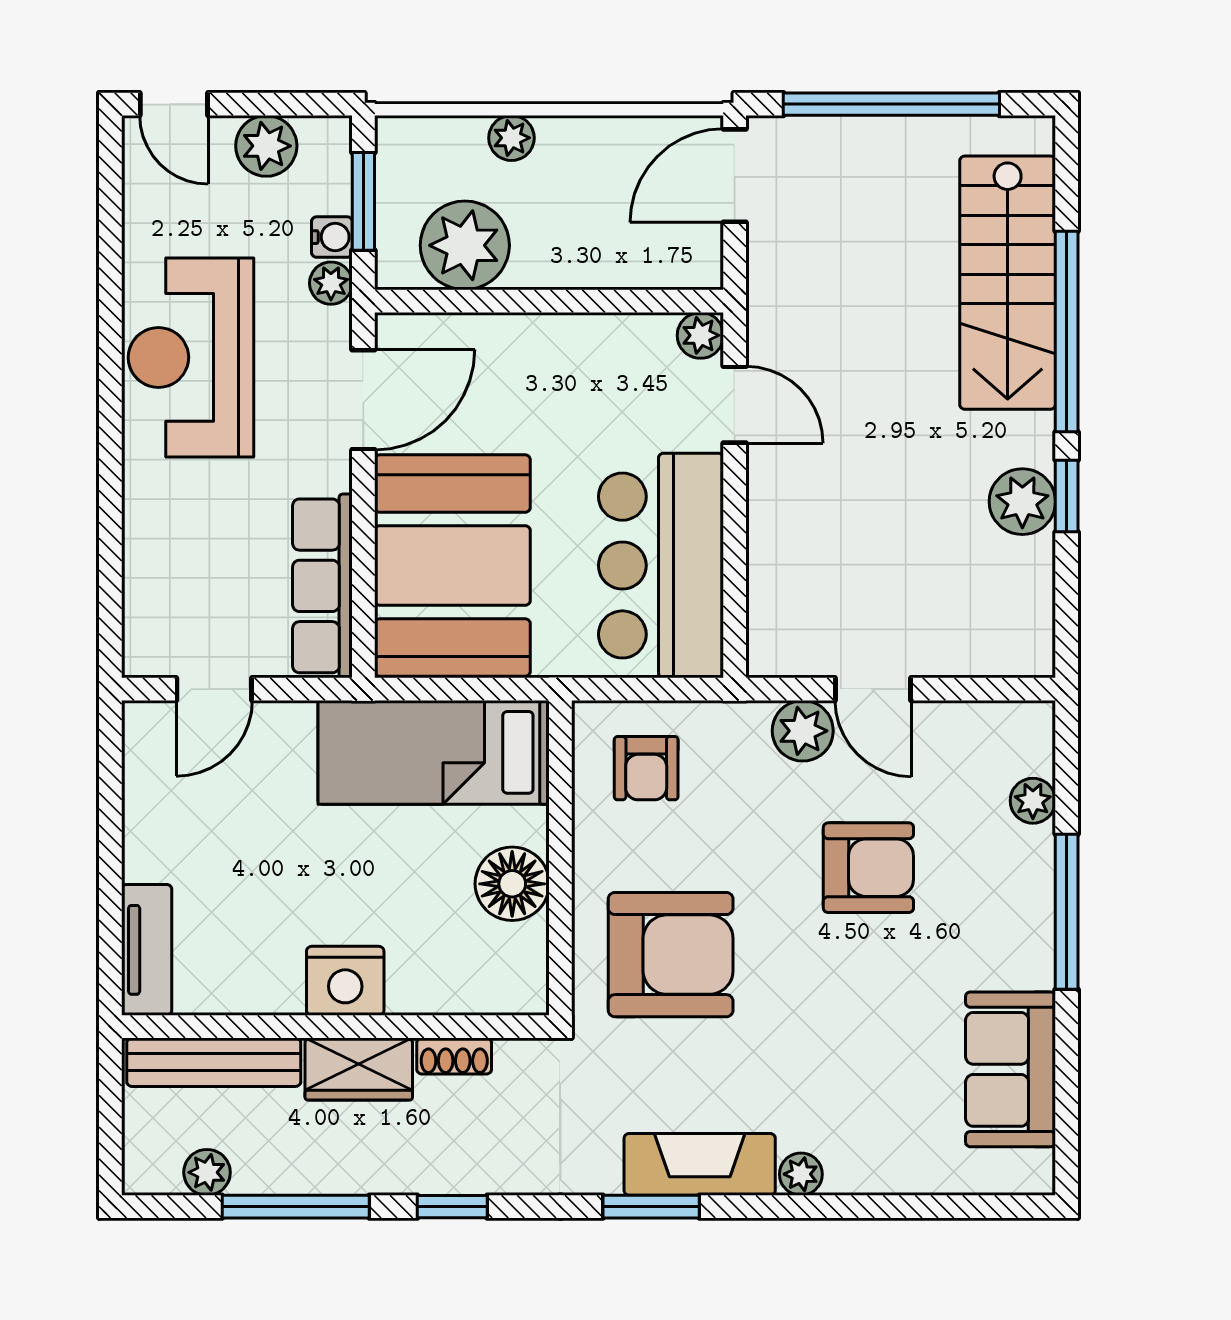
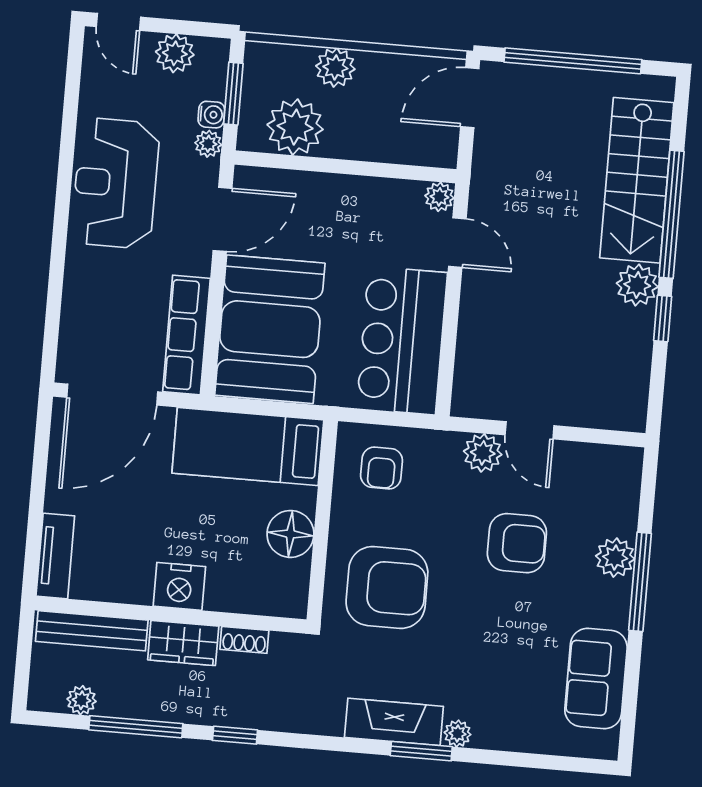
plant: (511, 138) -> (335, 67), width x1.38, depth x1.38
plant: (1022, 502) -> (637, 285), moved
door: (214, 689) -> (112, 395), width x1.87
plant: (1033, 801) -> (615, 558), moved, width x1.38, depth x1.38
window: (651, 1207) -> (421, 751), moved

